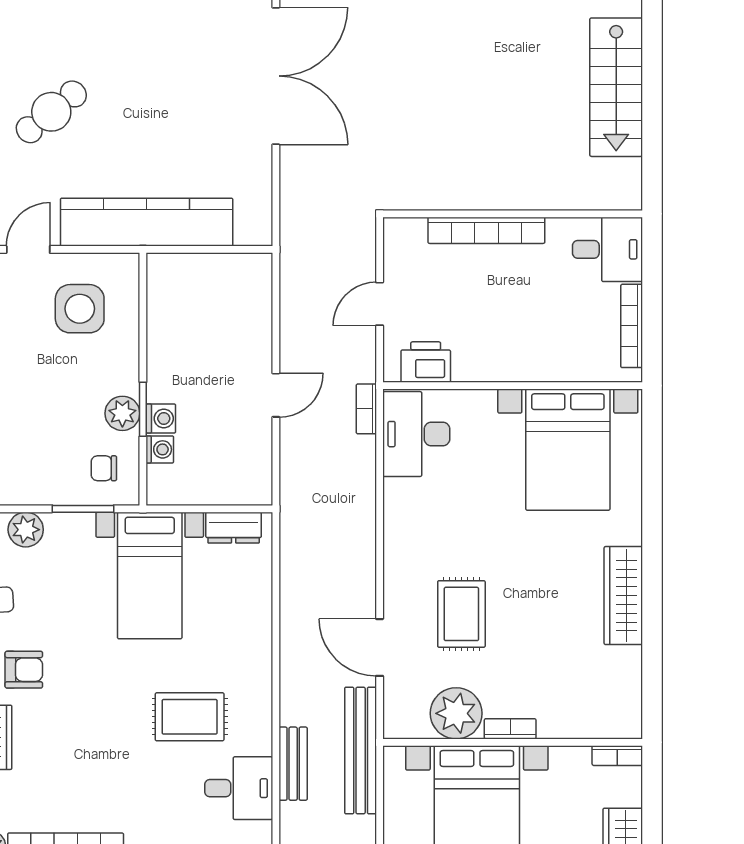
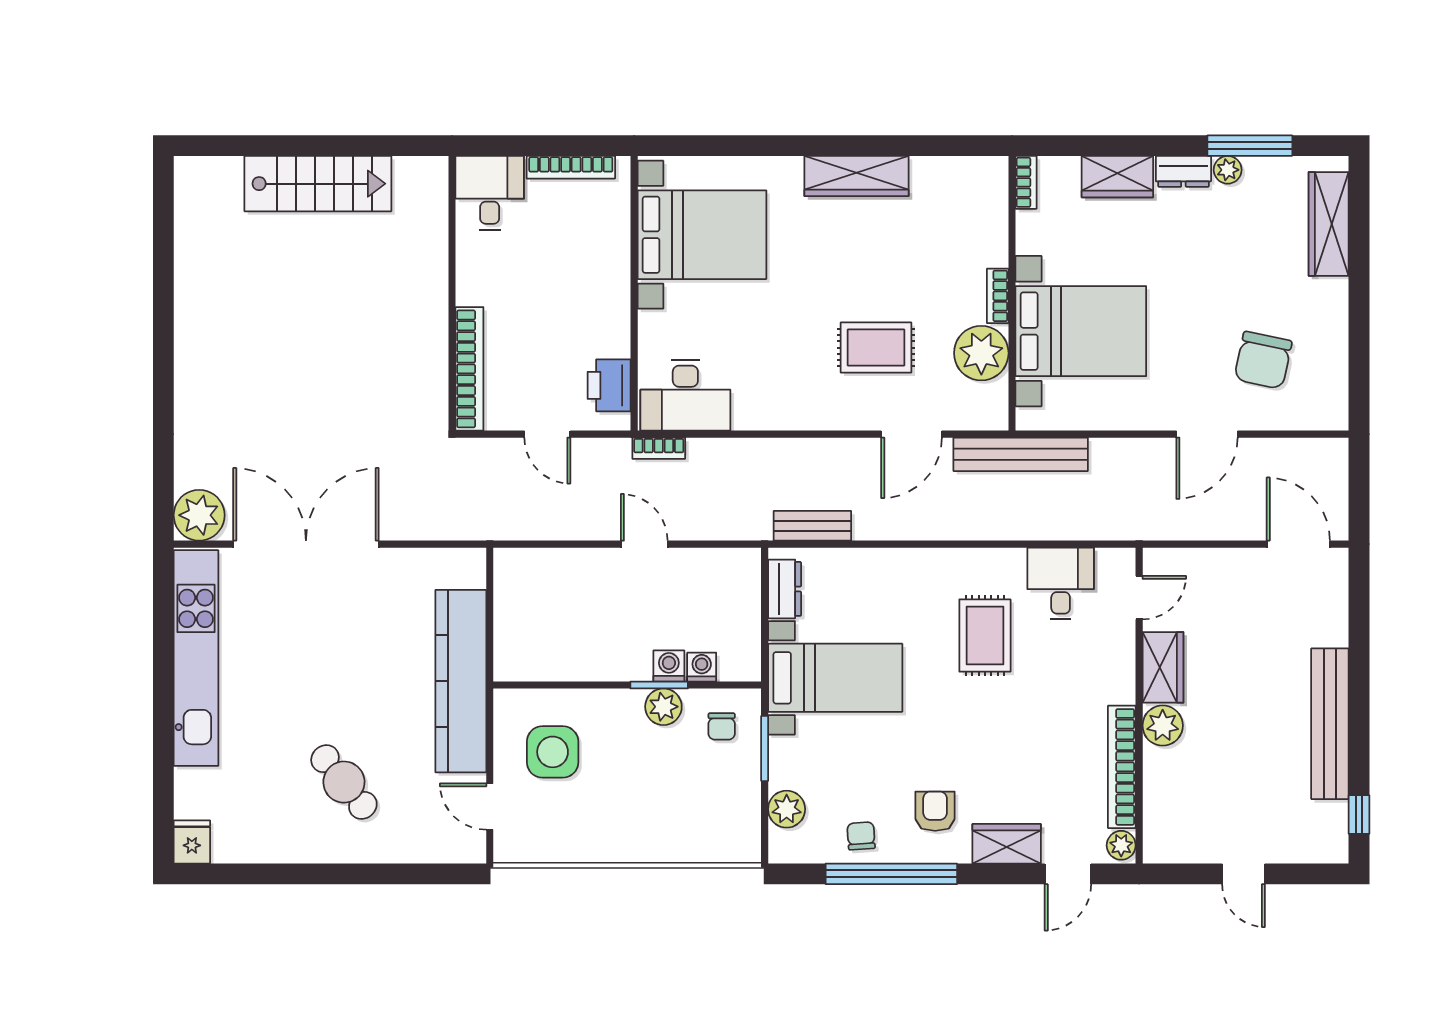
bookcase: (486, 230) -> (469, 369), moved
bench: (293, 764) -> (812, 526), moved

